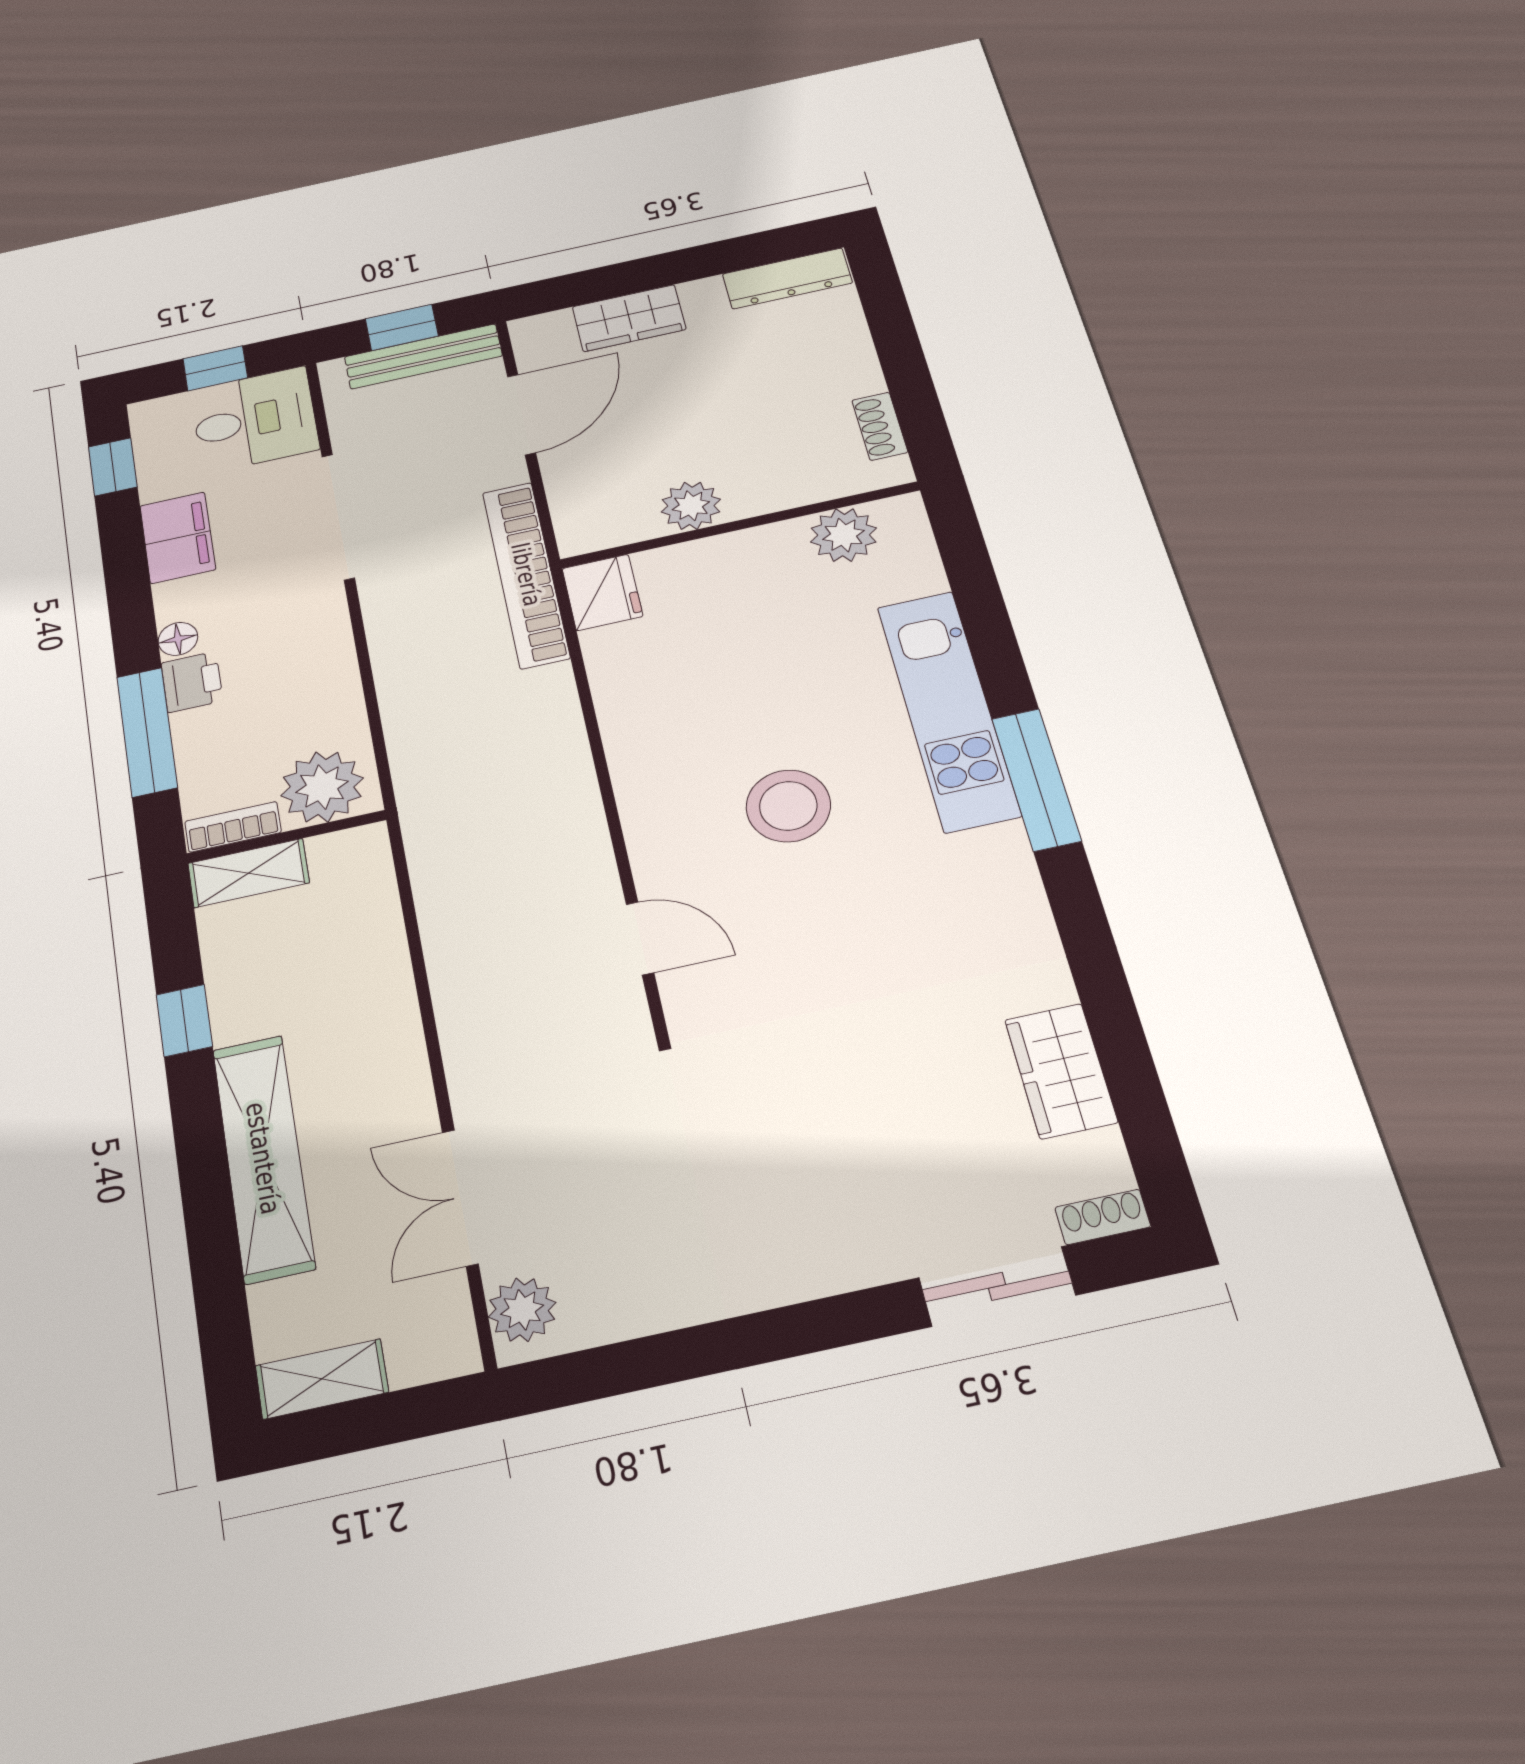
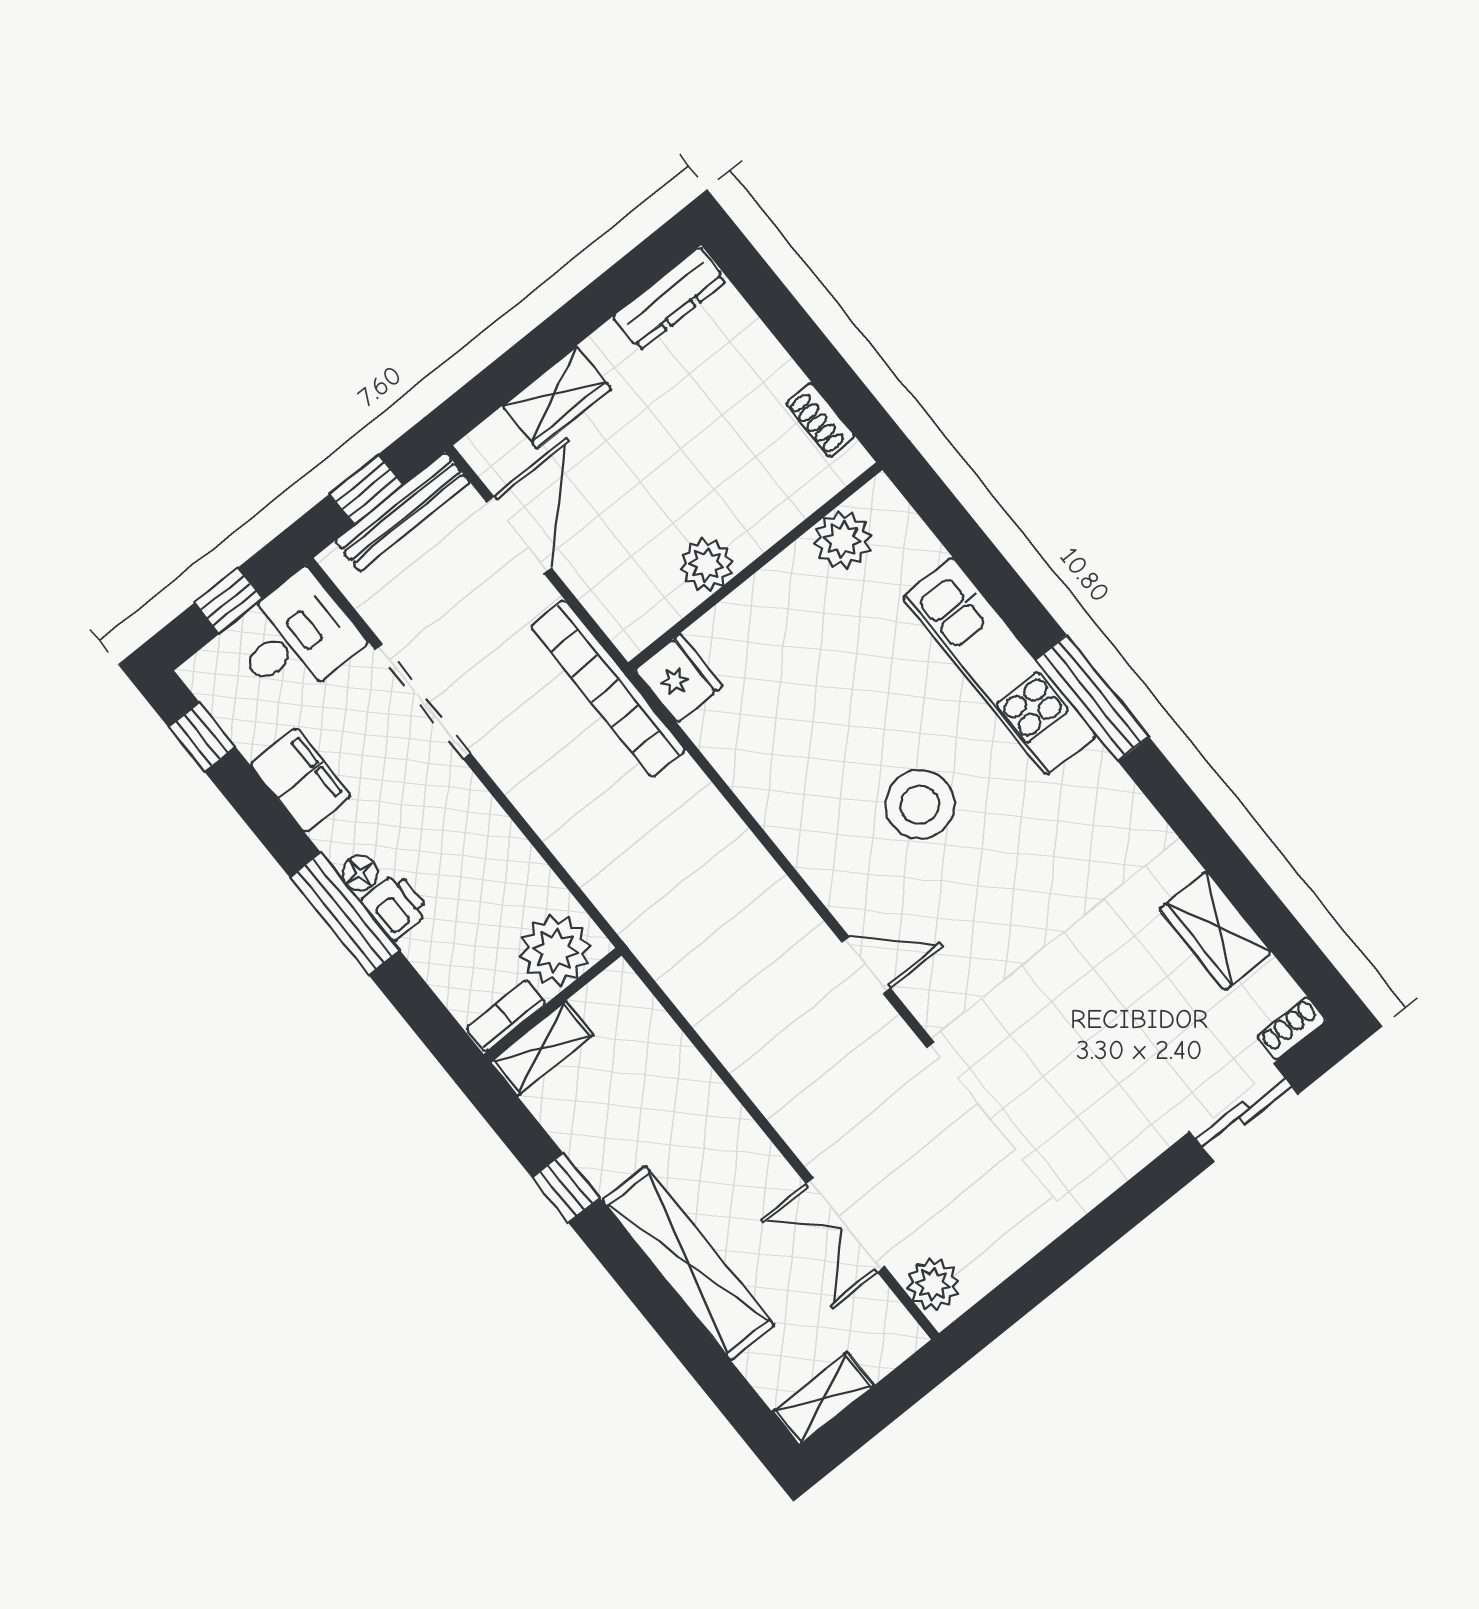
window: (147, 732) -> (345, 914), moved

